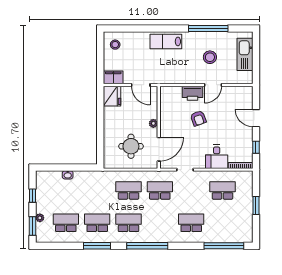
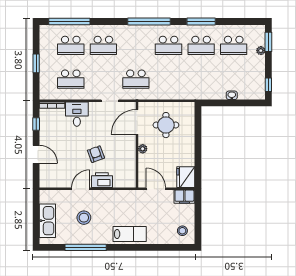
school desk: (129, 190) -> (71, 45), moved
window: (32, 196) -> (268, 85), moved

